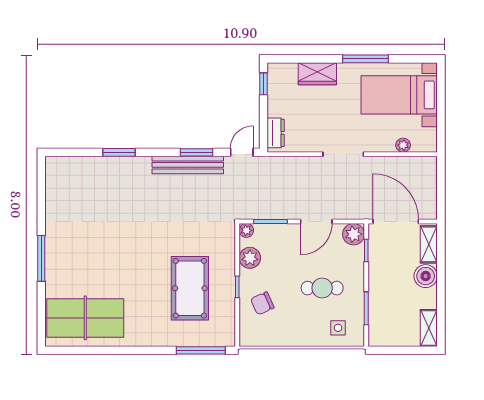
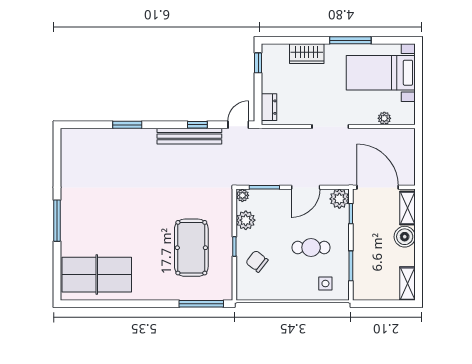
window: (196, 152) -> (197, 125), width x0.67
chair: (262, 303) -> (257, 261), turned 62

